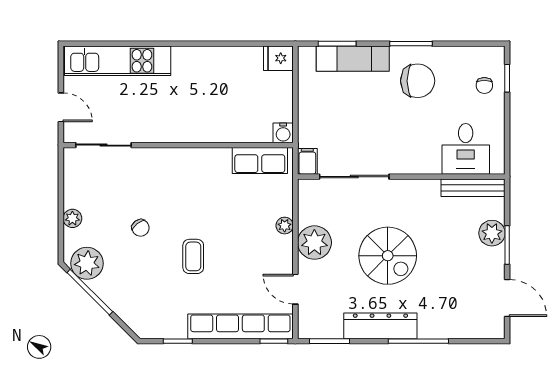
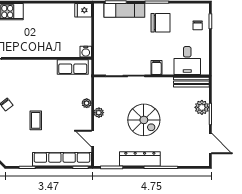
filing cabinet: (307, 161) -> (156, 67), moved
plant: (314, 243) -> (99, 113), width x0.53, depth x0.53

